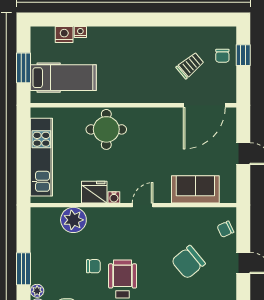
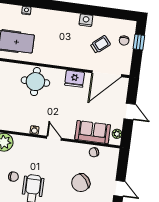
nightstand: (64, 34) -> (86, 20), moved
plant: (230, 187) -> (117, 134), added
fridge: (94, 192) -> (75, 79), moved, turned 180
door: (143, 205) -> (54, 138), hinge flipped
chair: (225, 229) -> (94, 152), moved

